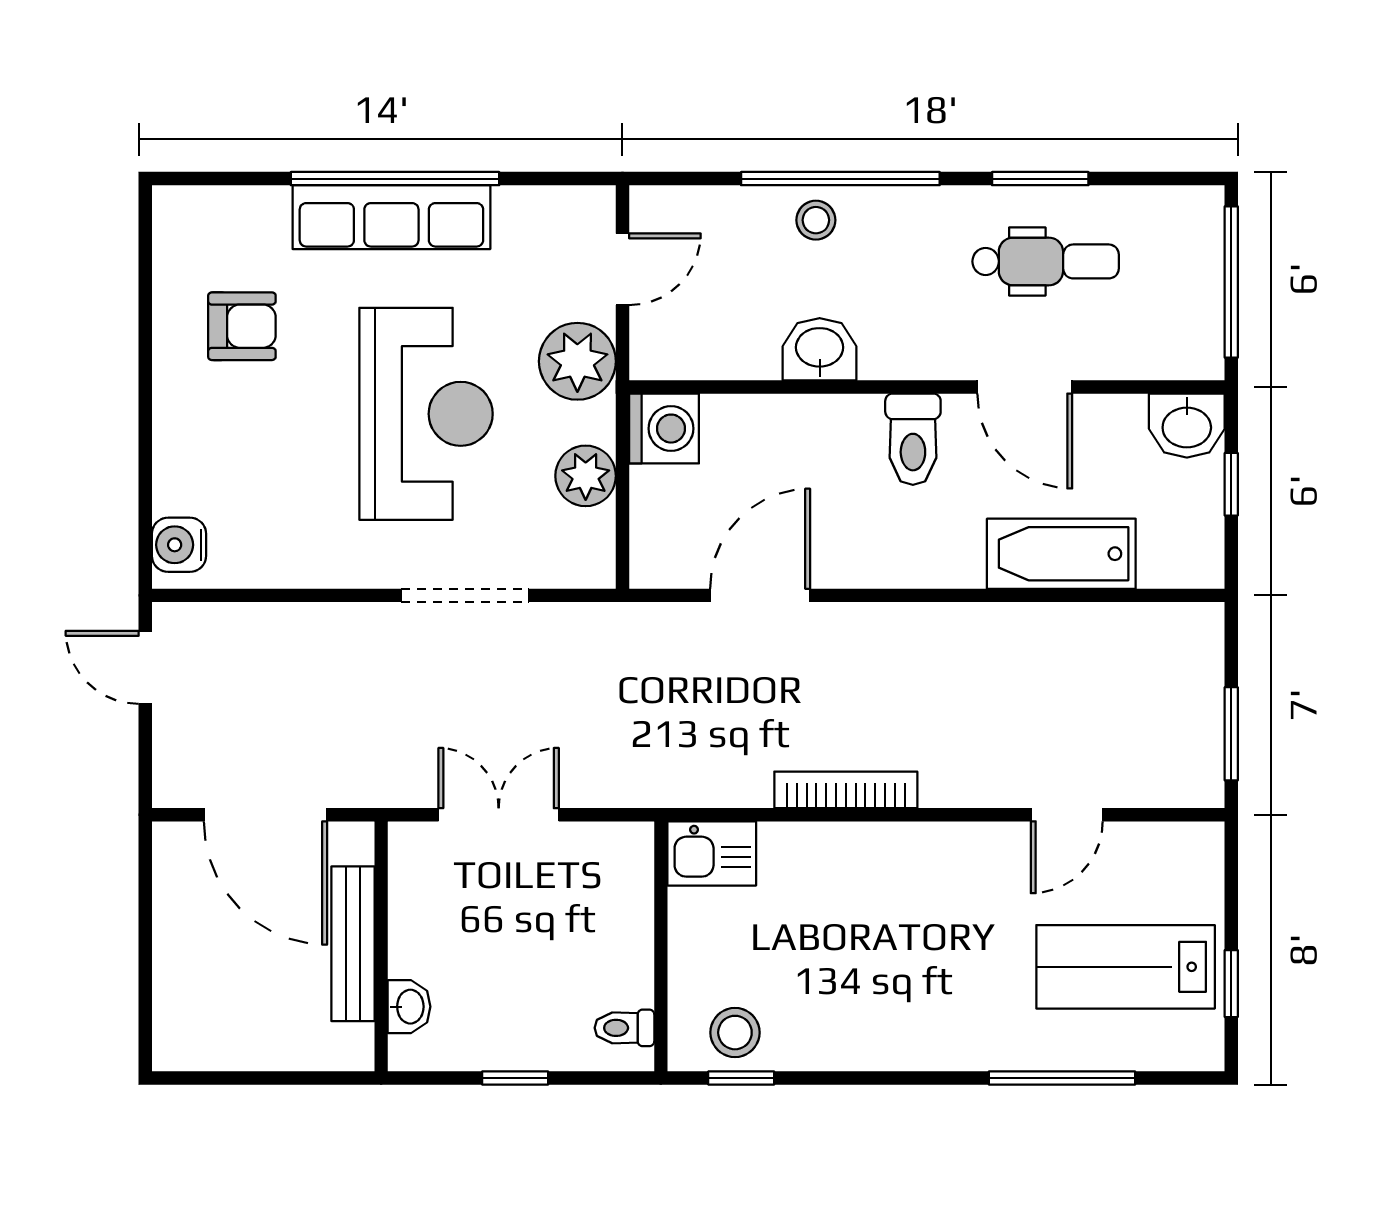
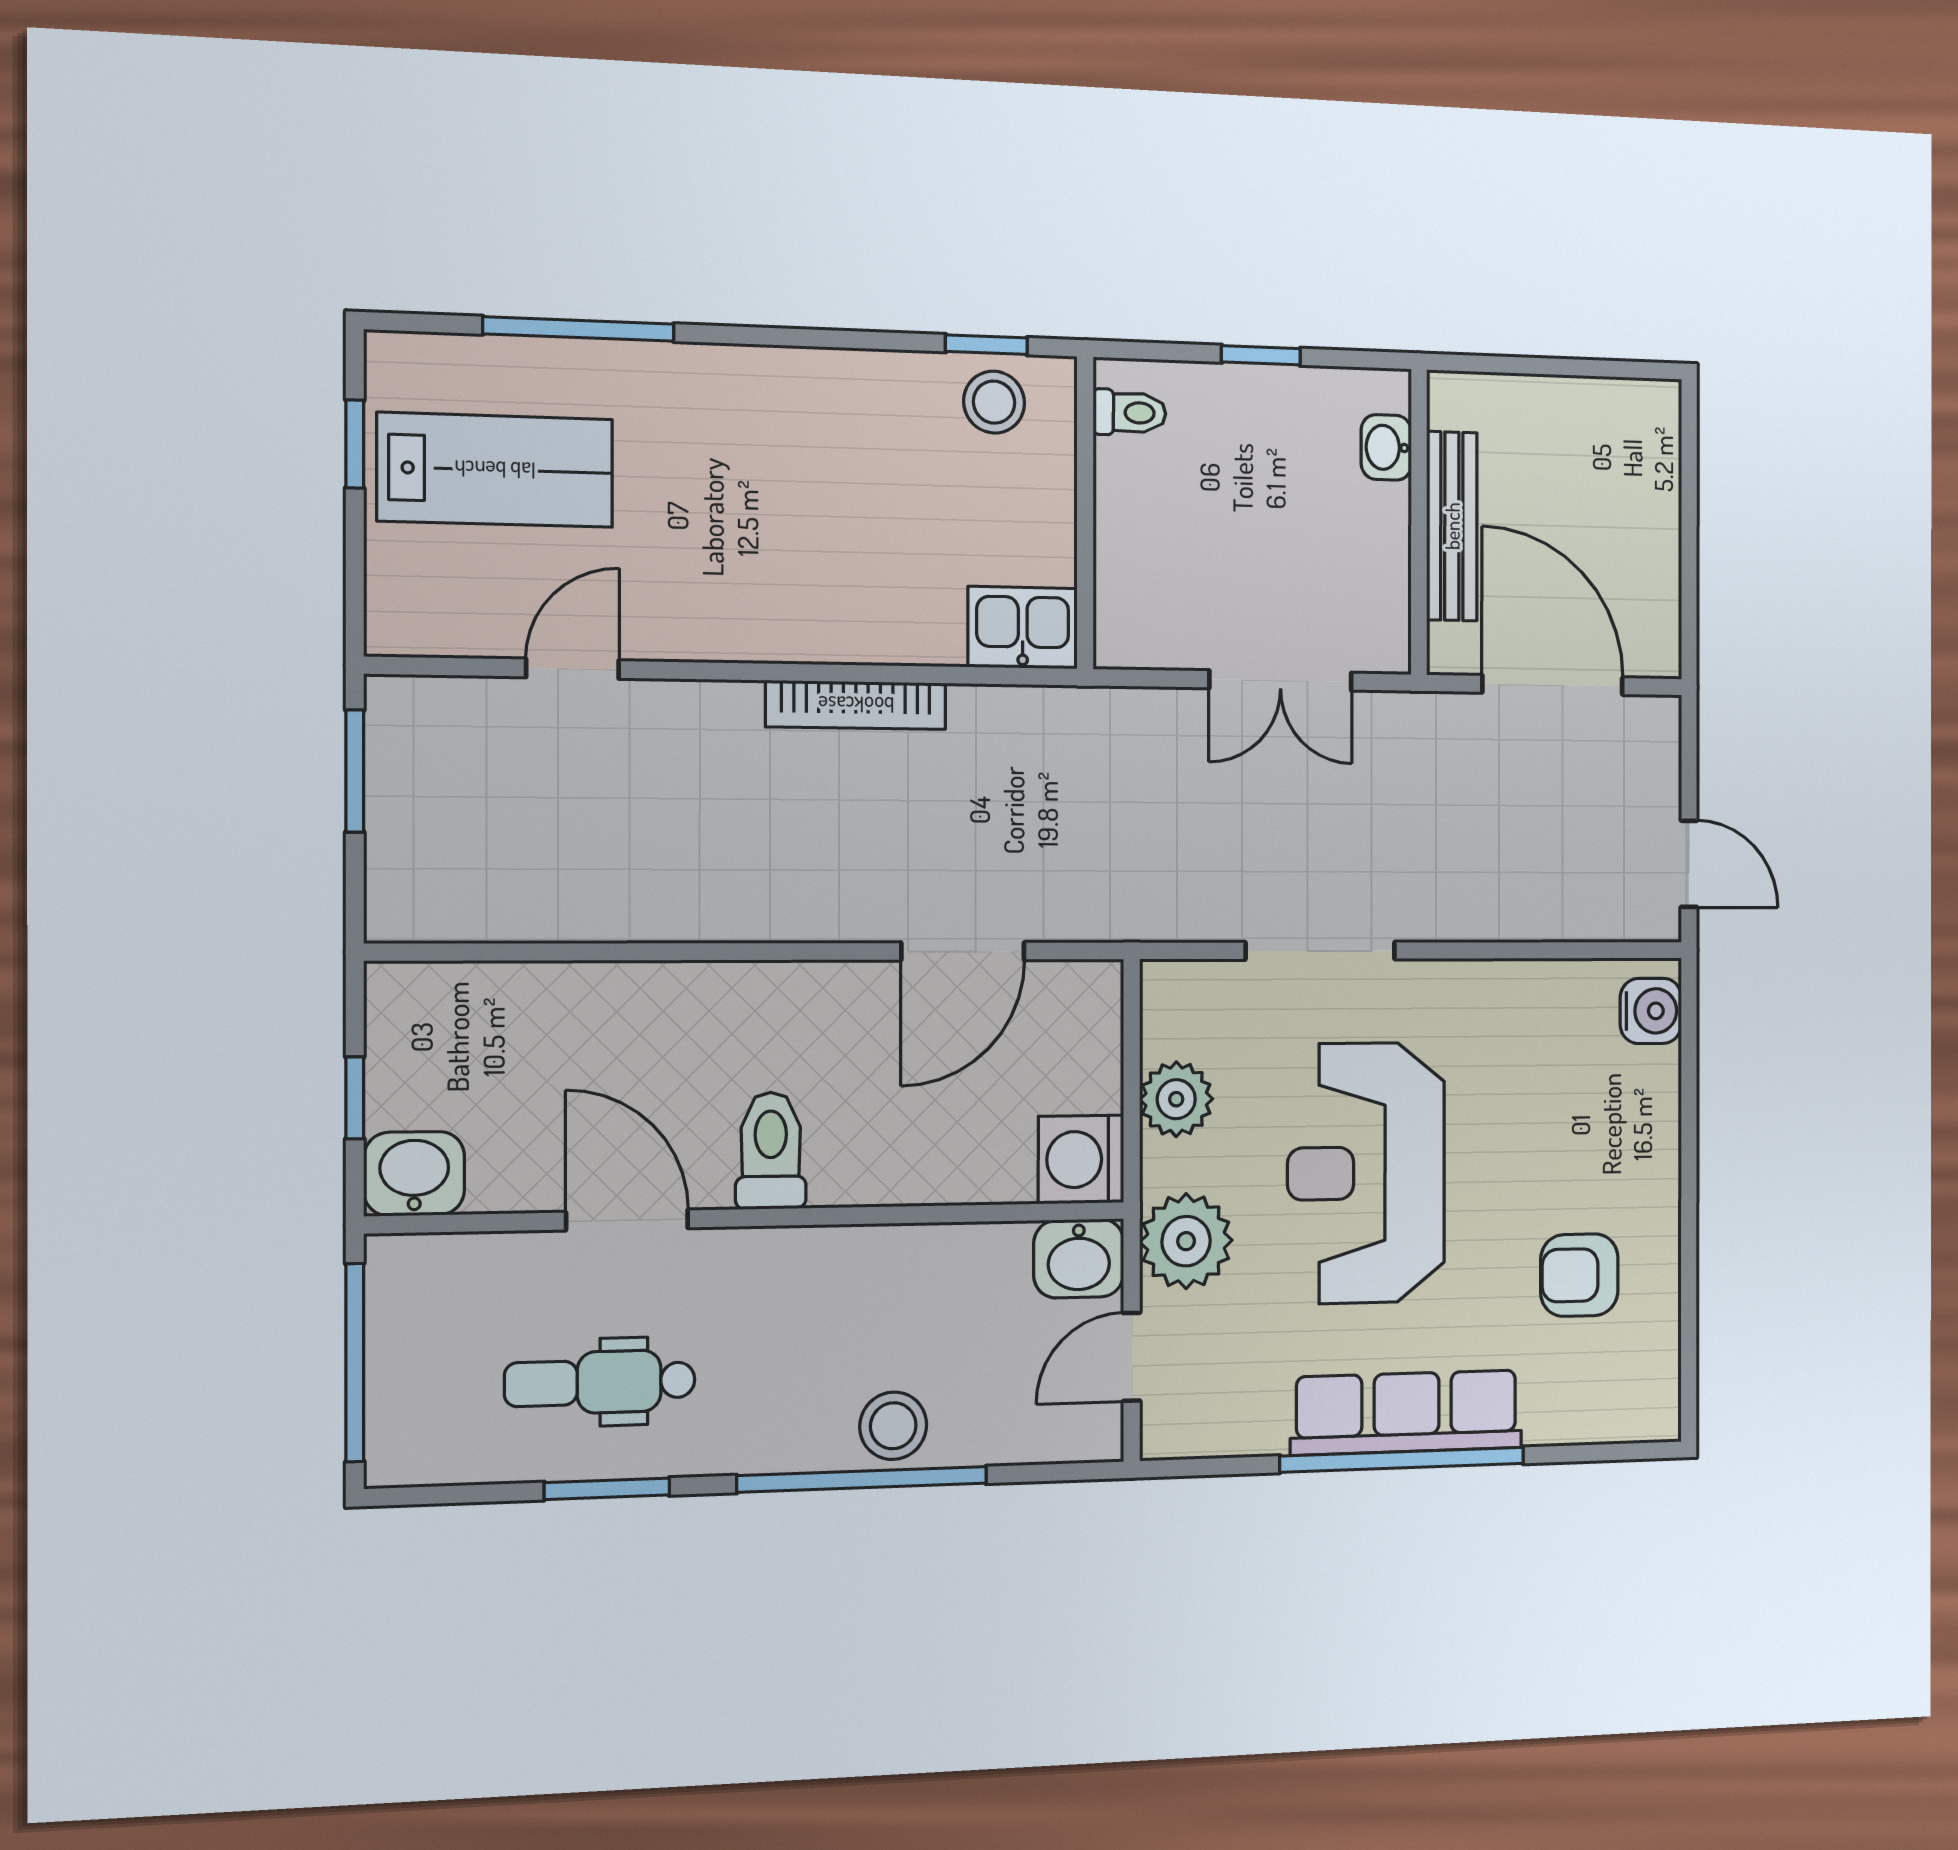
stool: (816, 220) -> (893, 1426), width x1.37, depth x1.37
washbasin: (820, 349) -> (1079, 1258), moved
bathtub: (1061, 554) -> (580, 1006), removed

